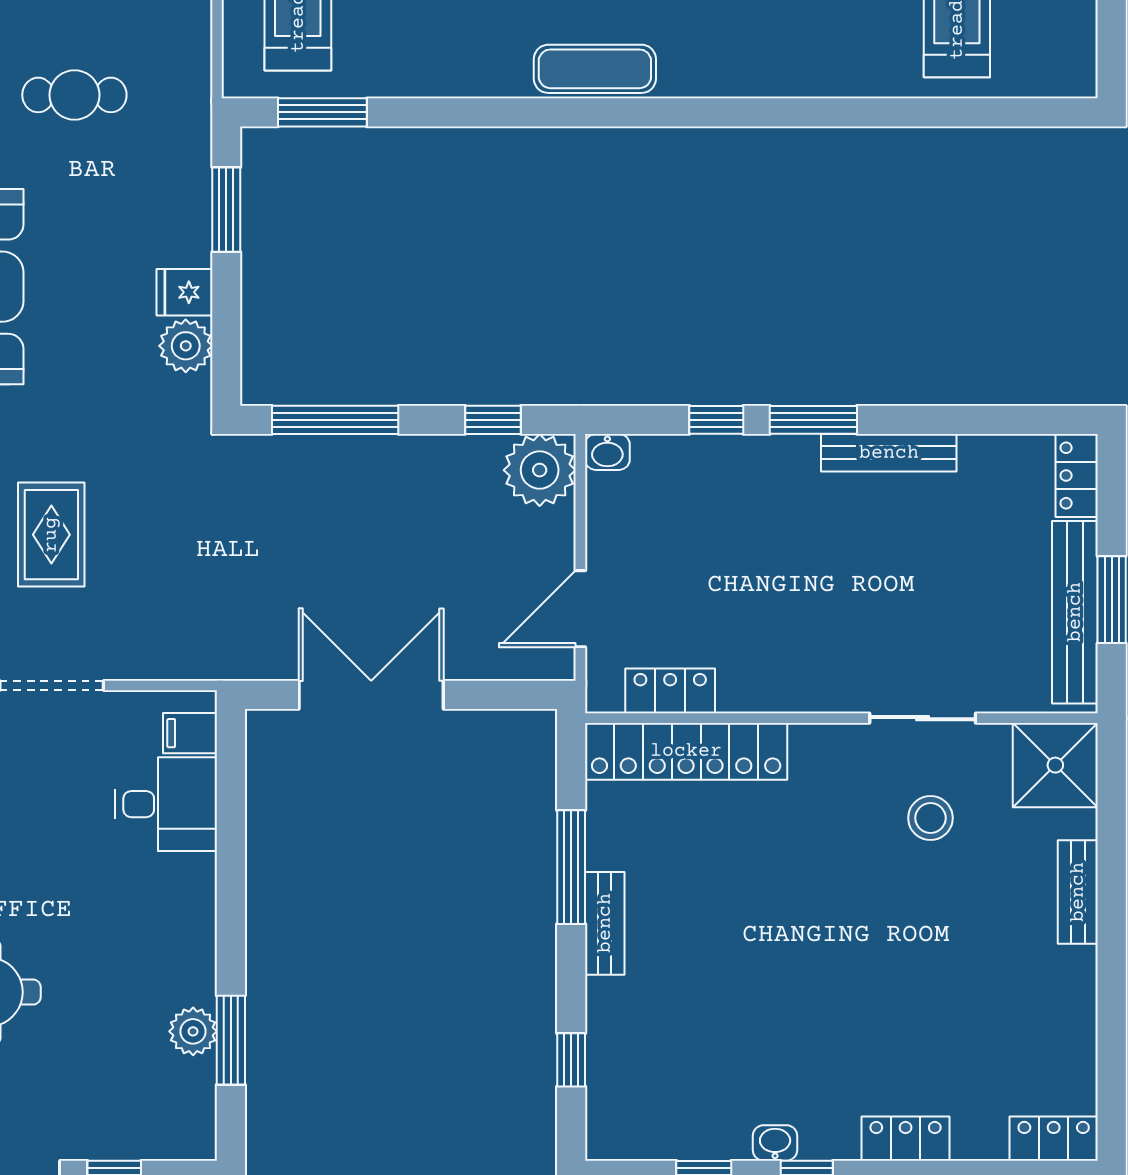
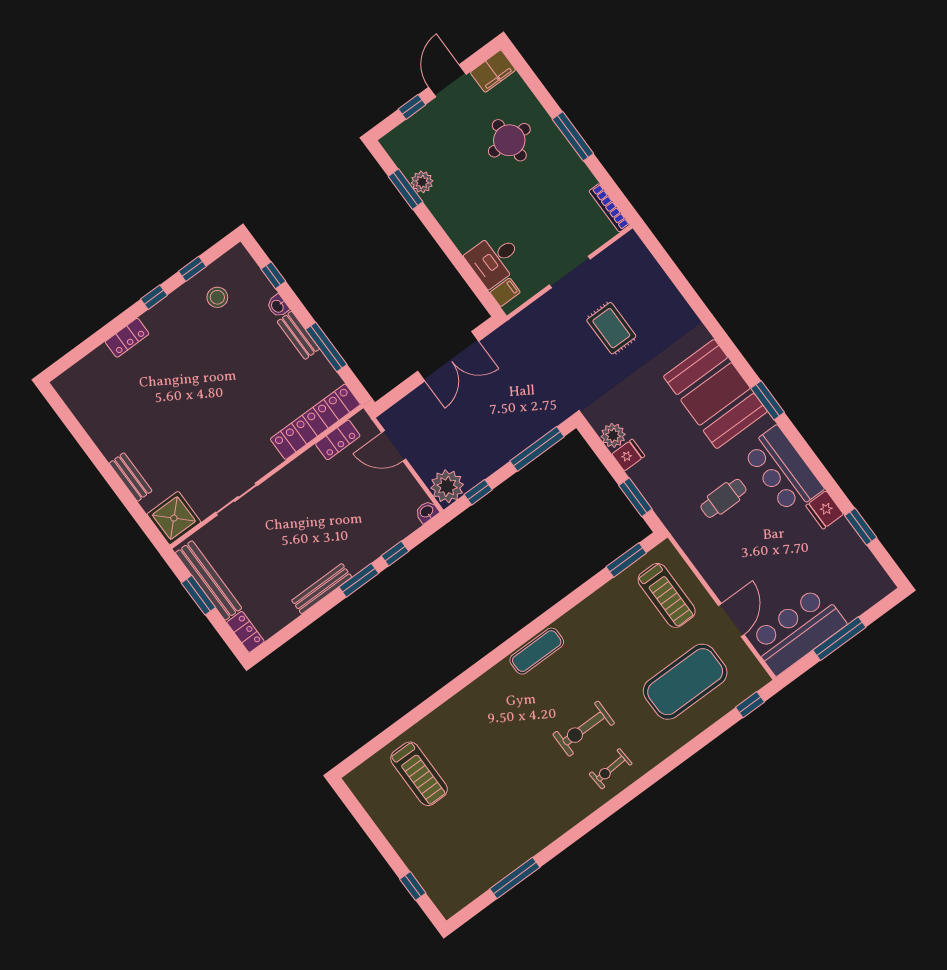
door: (580, 609) -> (394, 446), swing flipped
stool: (930, 818) -> (217, 297), moved
locker: (1054, 1139) -> (72, 378), removed
washbasin: (775, 1143) -> (278, 306), moved, turned 90

